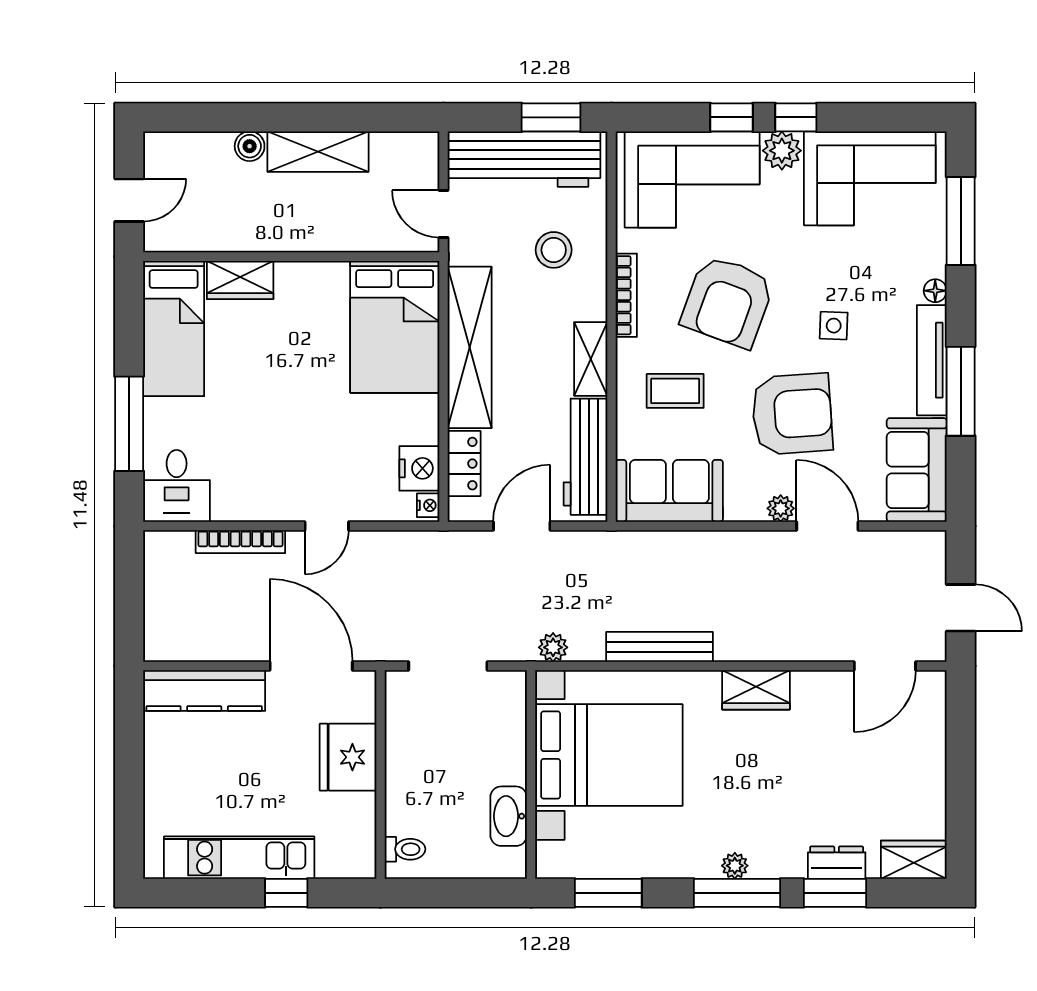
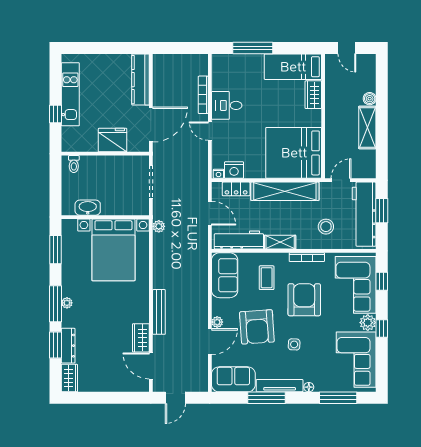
window: (551, 117) -> (382, 211), moved
window: (731, 117) -> (382, 281), moved
armchair: (728, 302) -> (304, 300), turned 70
bed: (395, 327) -> (294, 153), width x1.36
desk: (177, 486) -> (227, 105), moved
bench: (659, 647) -> (159, 312), moved
wardrobe: (756, 690) -> (141, 338), moved
dresser: (837, 863) -> (68, 346), width x1.44

